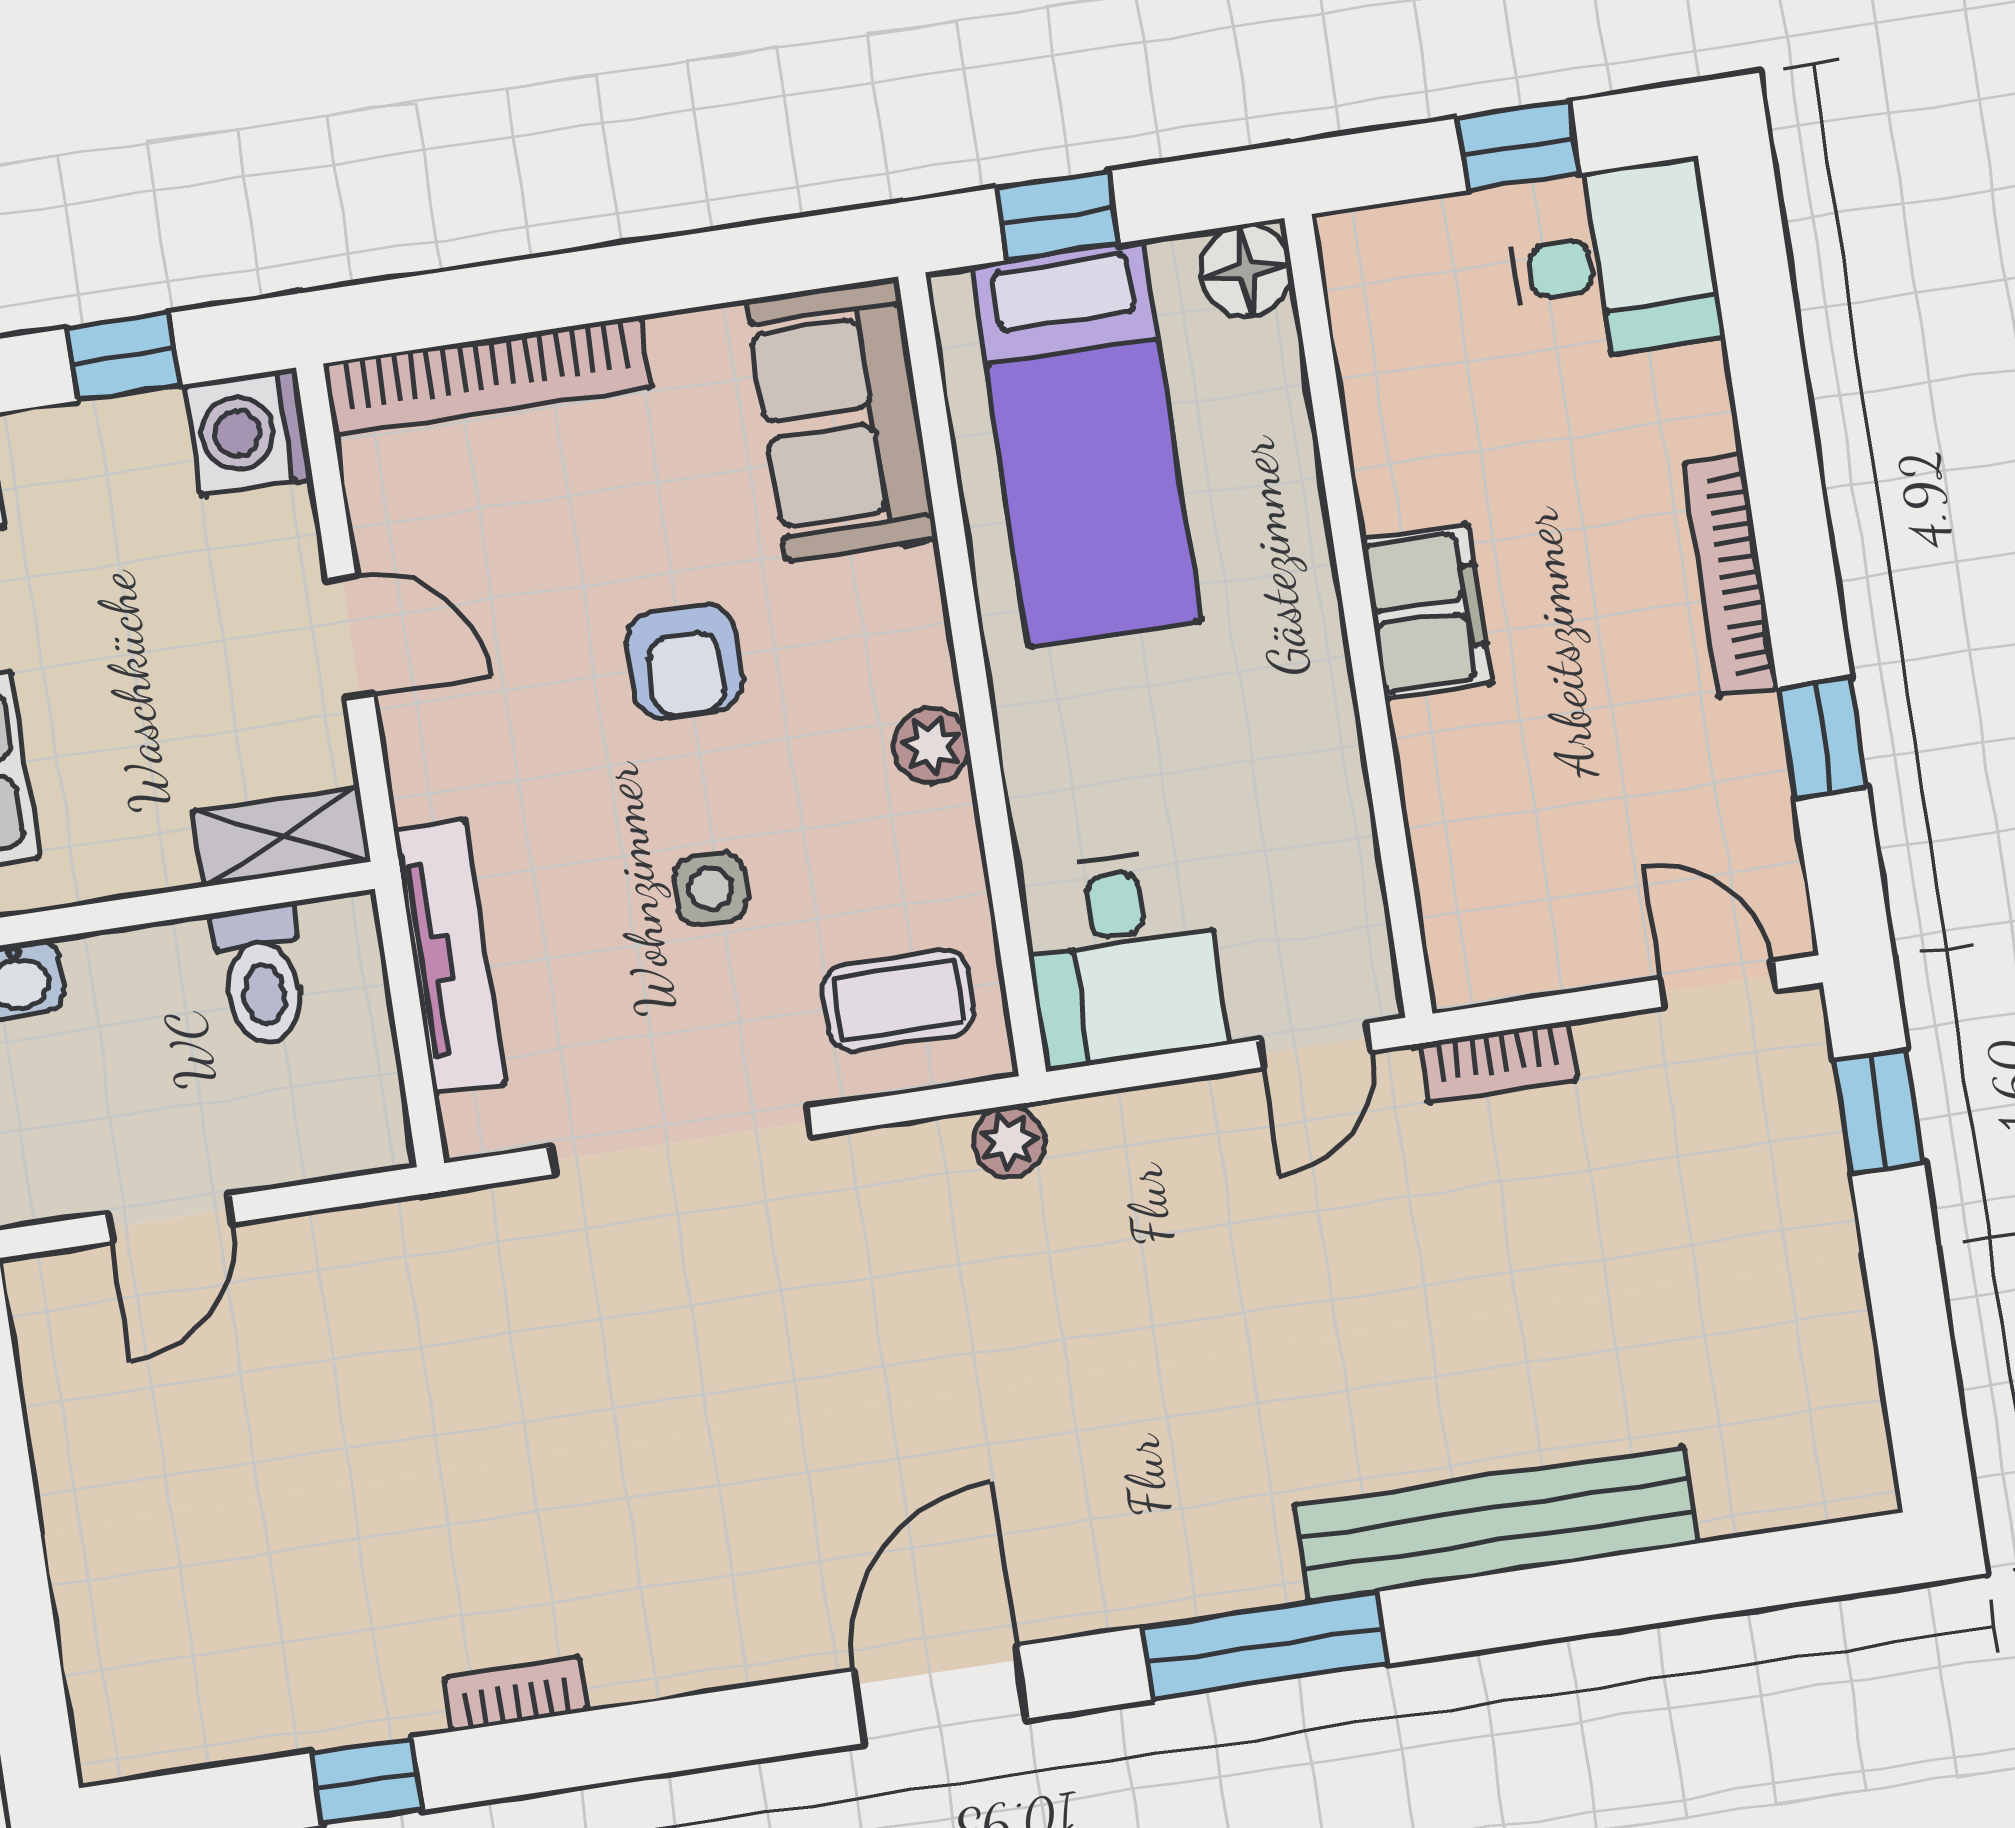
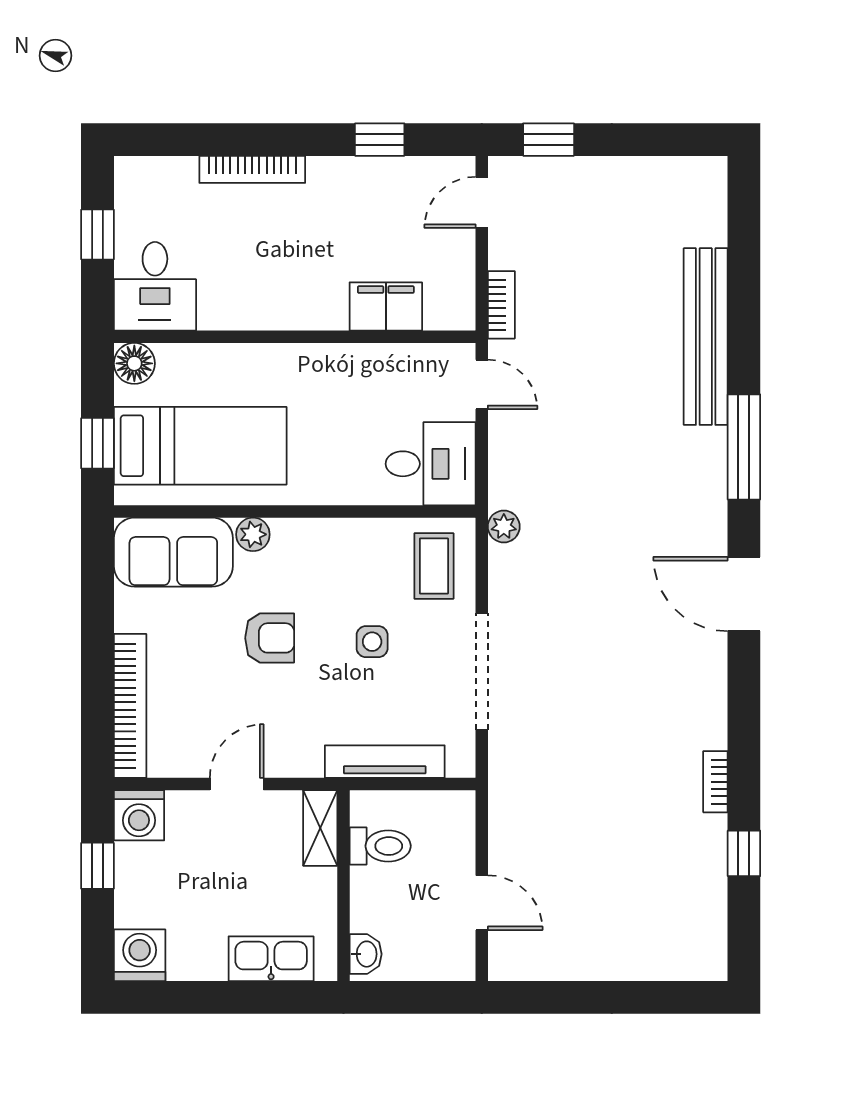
desk: (1614, 261) -> (155, 286), moved, turned 180
bookcase: (1731, 575) -> (252, 169), moved
filing cabinet: (1426, 612) -> (386, 306), moved
plant: (931, 746) -> (253, 534), moved

